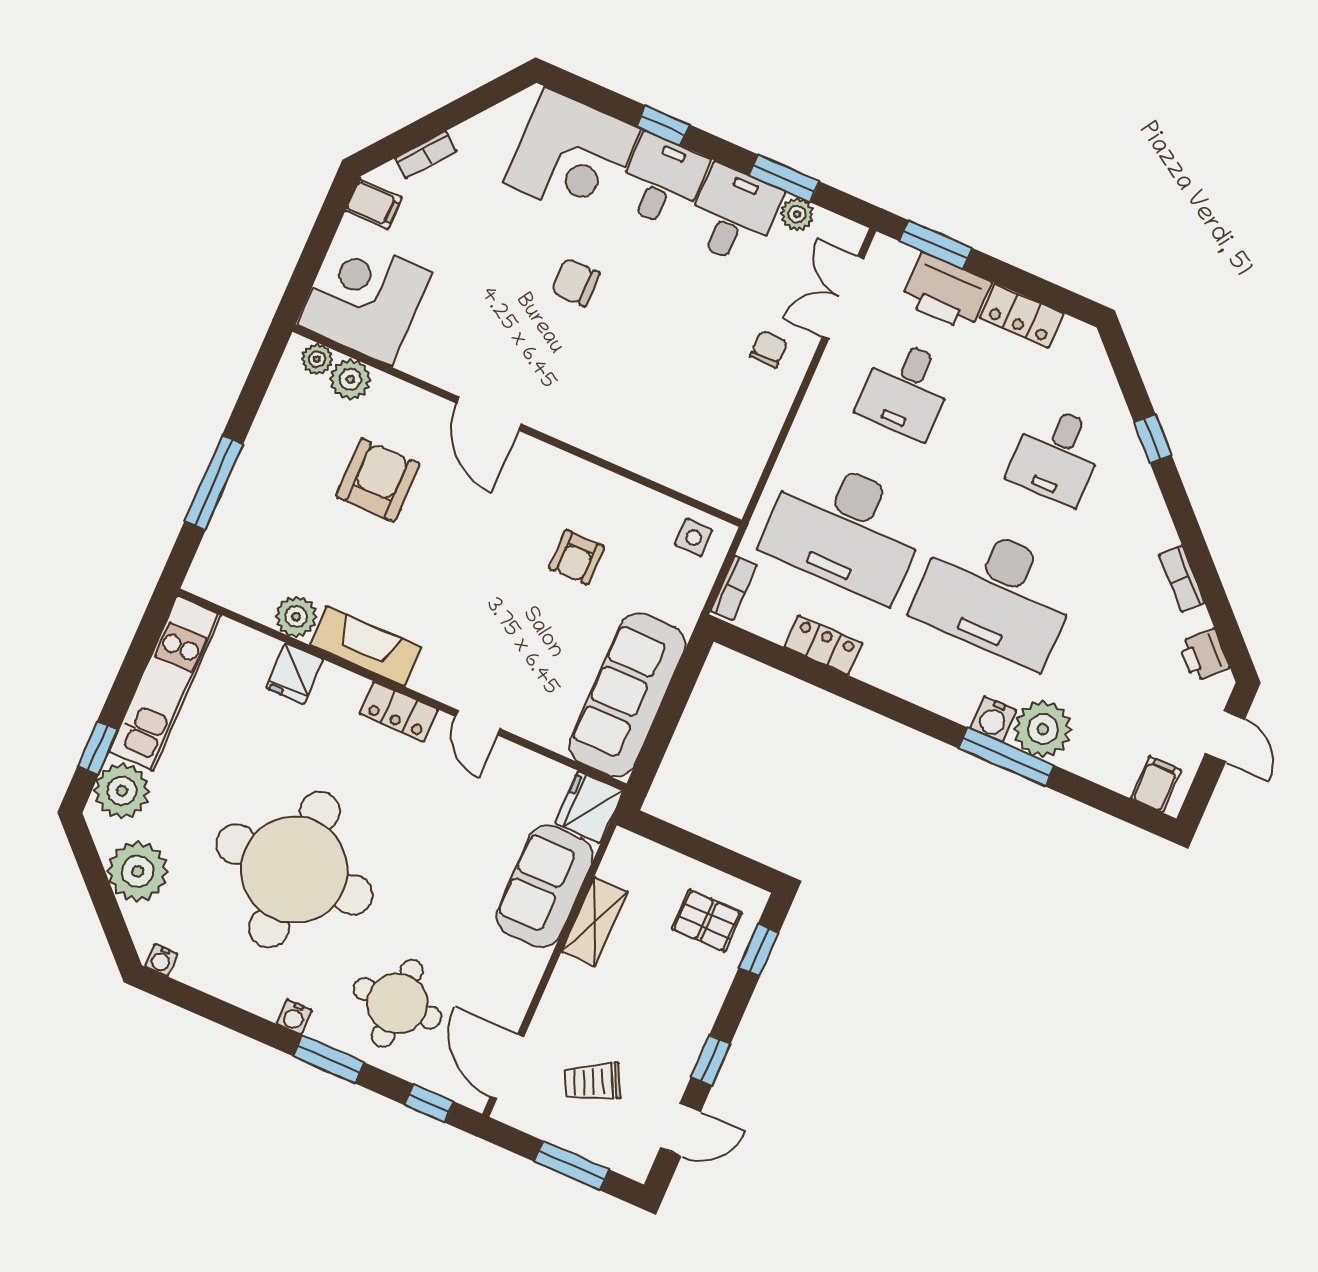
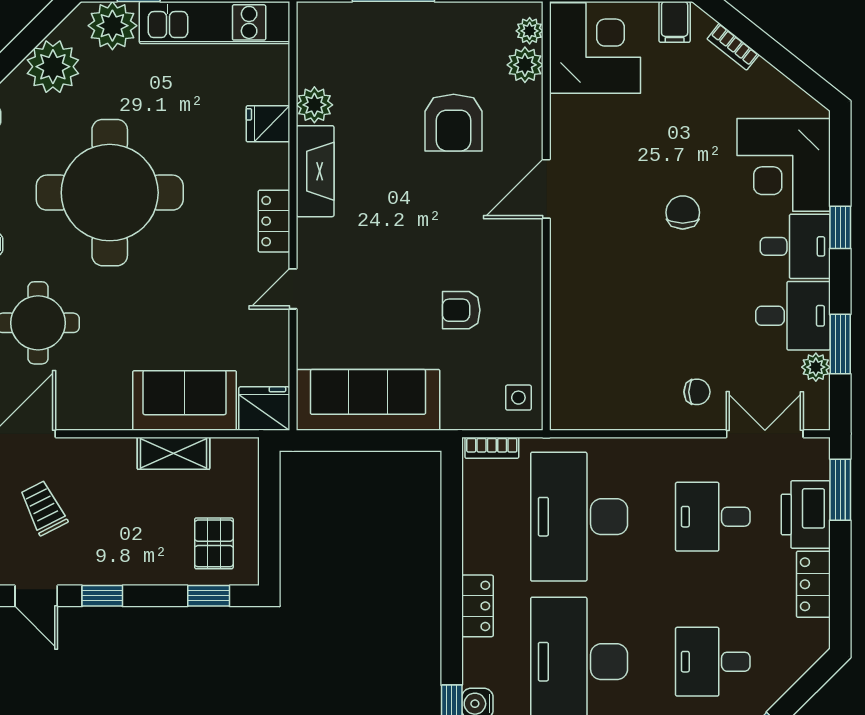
armchair: (378, 480) -> (454, 123), turned 90
locker: (823, 645) -> (477, 606), moved

